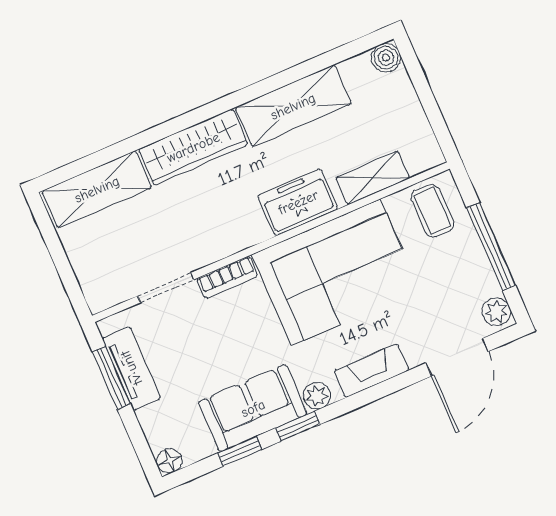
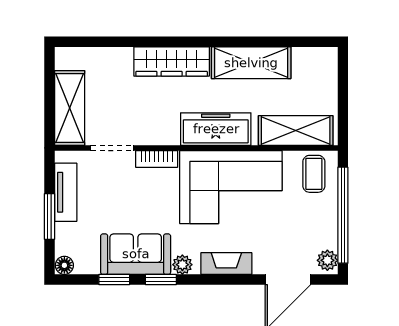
boiler: (386, 58) -> (327, 57), removed
shelving: (373, 178) -> (296, 131), width x1.50, depth x1.33
shelving: (97, 189) -> (70, 108), moved, turned 90
freezer: (298, 202) -> (216, 129), width x1.40
window: (491, 247) -> (343, 215), width x1.46
window: (111, 378) -> (50, 216), moved

